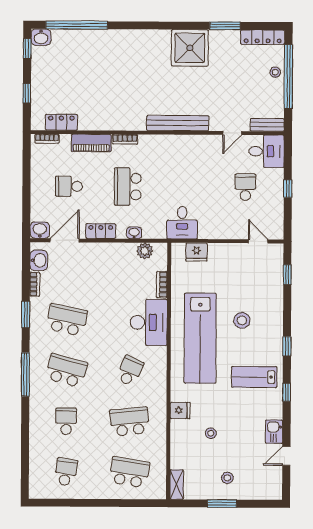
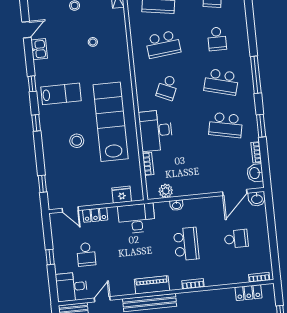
piano: (91, 143) -> (152, 285), moved
desk: (182, 223) -> (137, 218), width x1.37
locker: (101, 231) -> (95, 215), moved
fridge: (180, 410) -> (121, 58), removed

